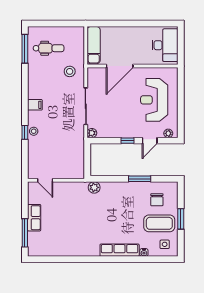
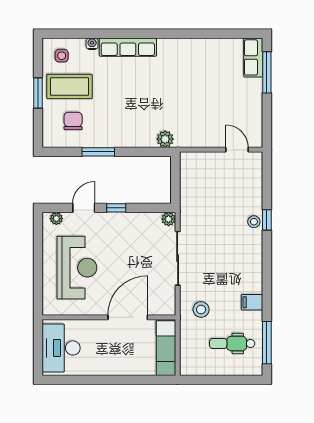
filing cabinet: (35, 105) -> (252, 302), moved
row of seats: (34, 218) -> (253, 57), moved

